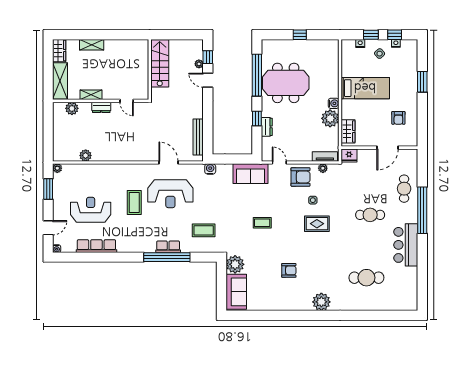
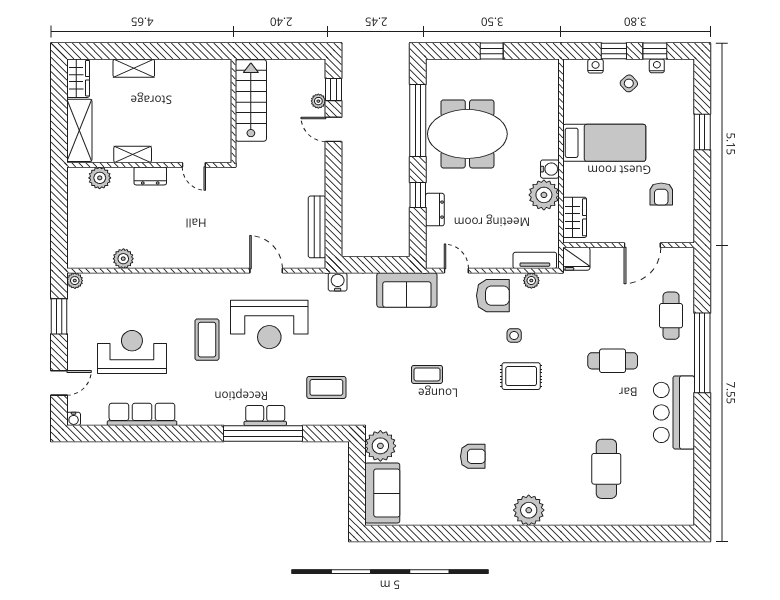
cafe table: (366, 278) -> (606, 469), turned 90

